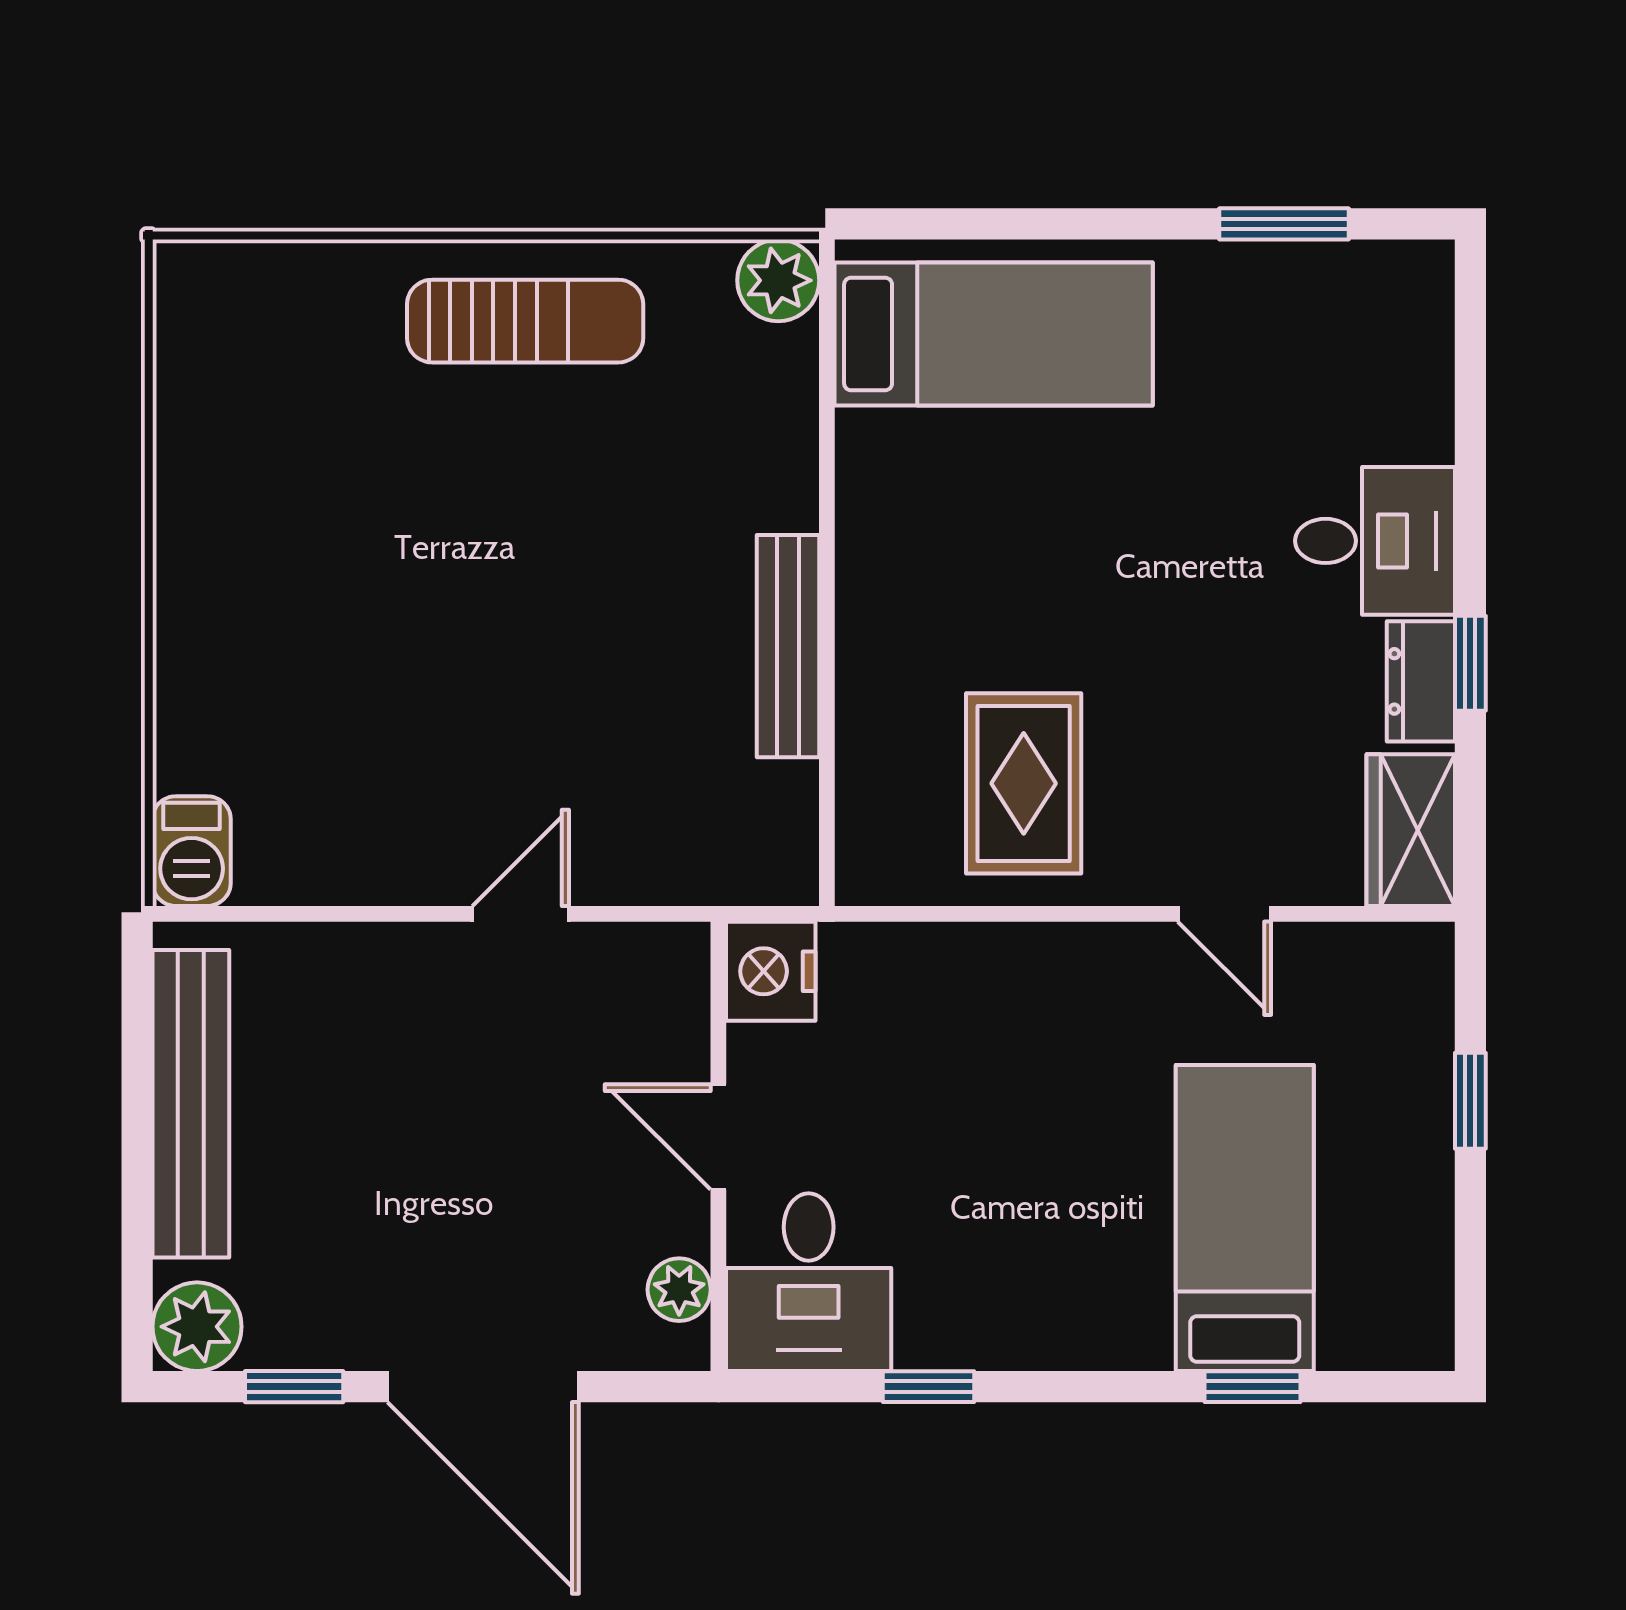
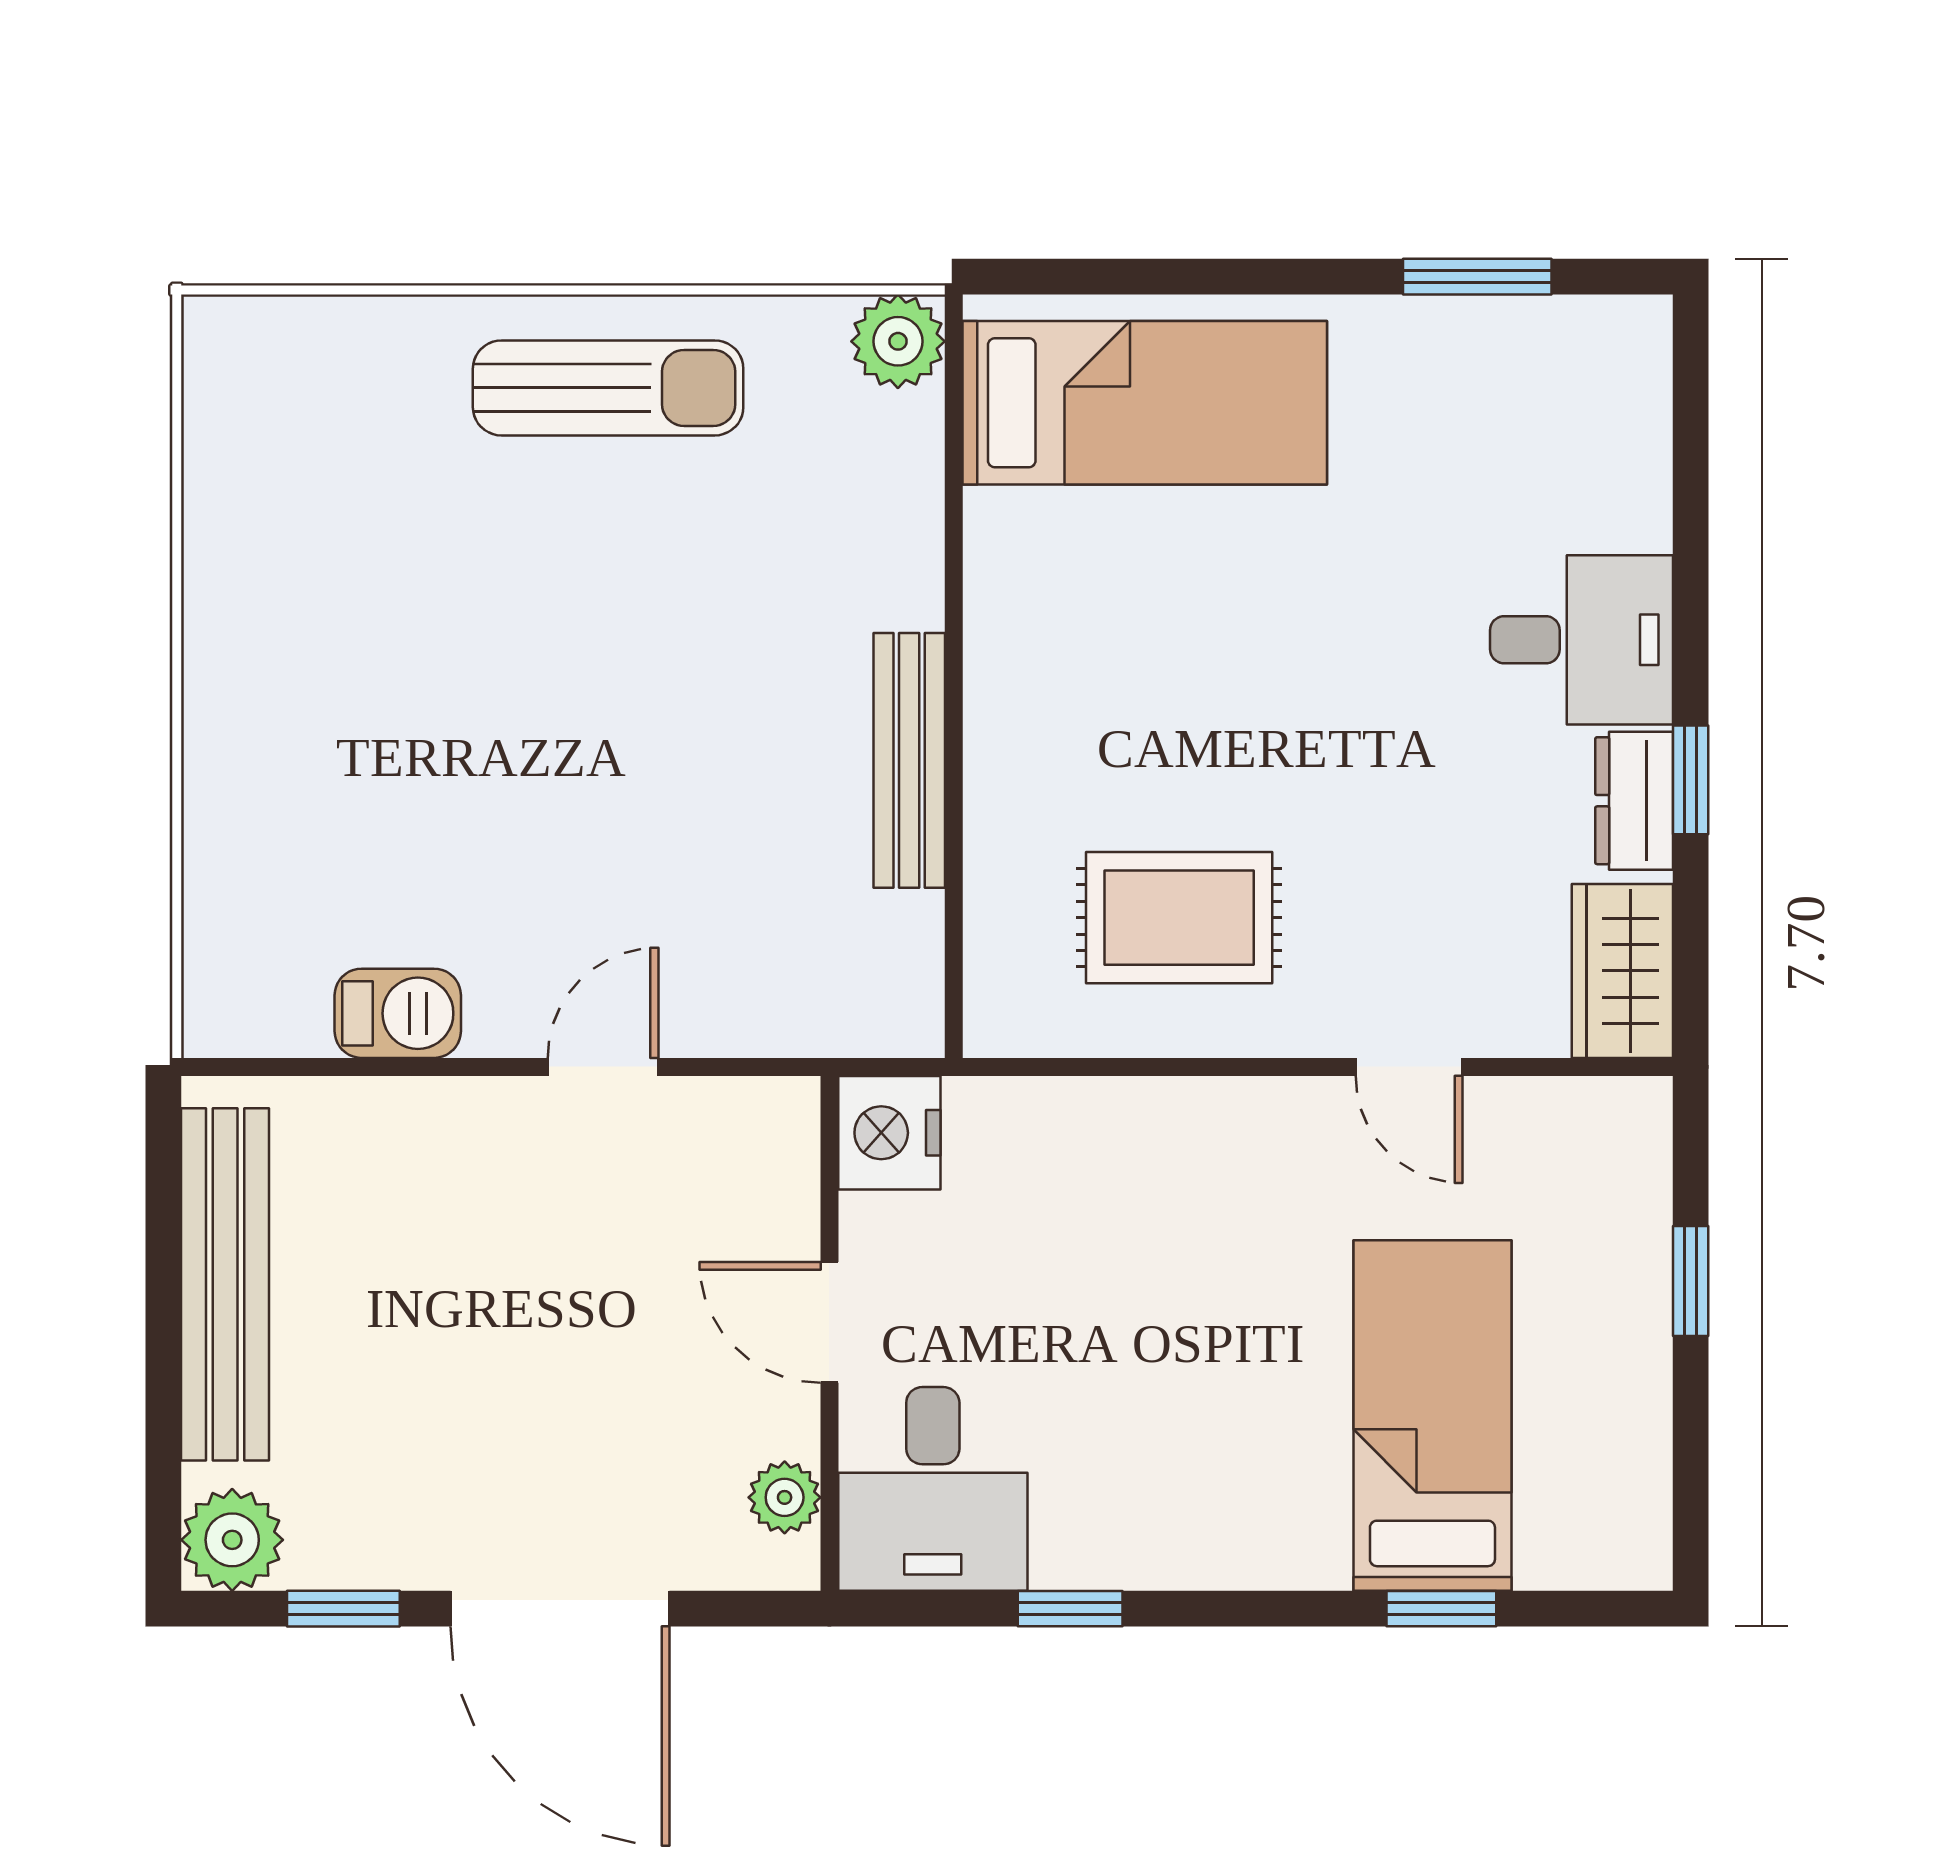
rug: (1024, 783) -> (1179, 918), turned 90
barbecue: (192, 851) -> (398, 1013), moved, turned -90

